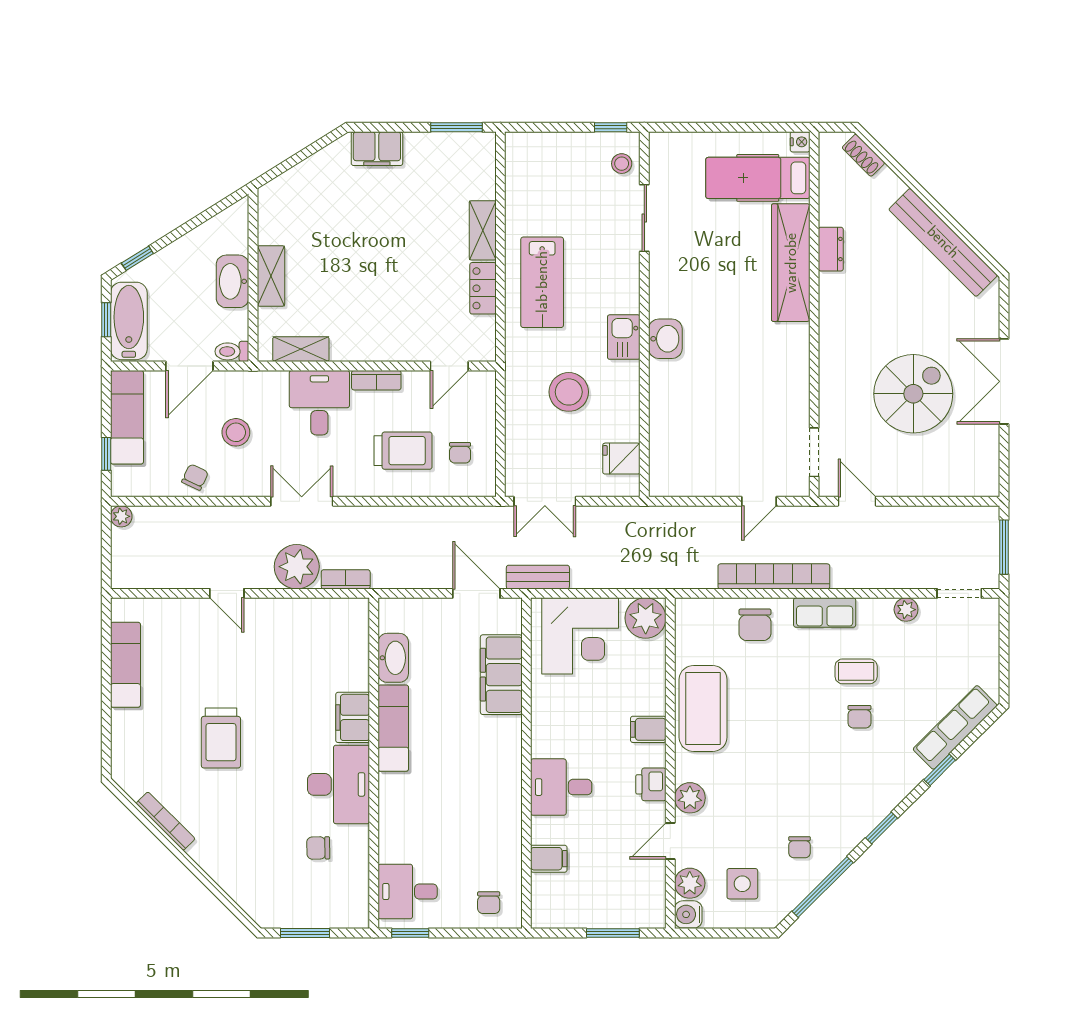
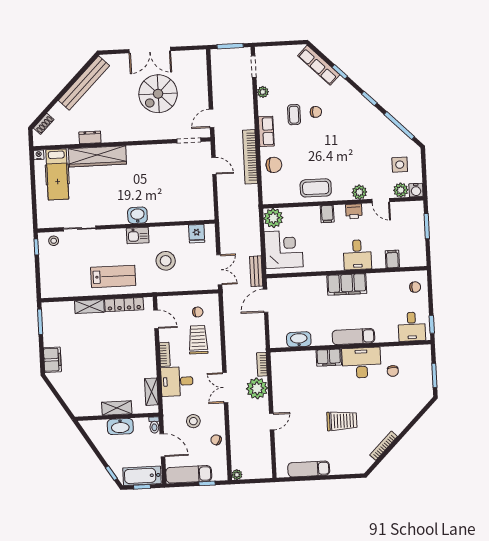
locker: (483, 288) -> (124, 305), width x1.53
spiral stairs: (913, 394) -> (158, 94), turned -90
filing cabinet: (501, 675) -> (347, 284), moved
coffee table: (703, 708) -> (316, 188), width x0.73, depth x0.76
exam couch: (393, 728) -> (353, 337), moved
chair: (800, 847) -> (381, 138), removed

